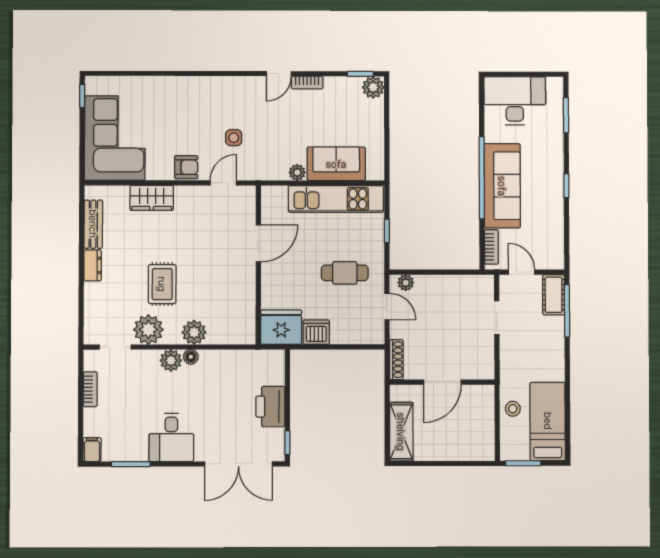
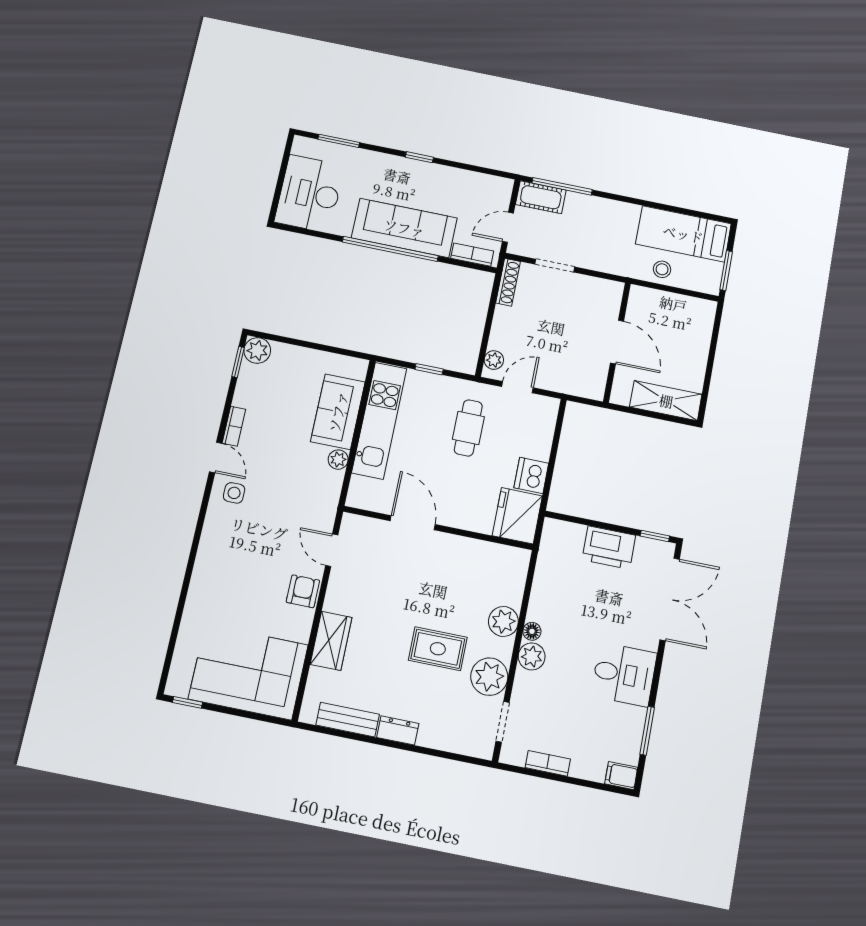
side table: (234, 138) -> (234, 493), moved
shoe rack: (396, 360) -> (508, 282), moved, turned 90

